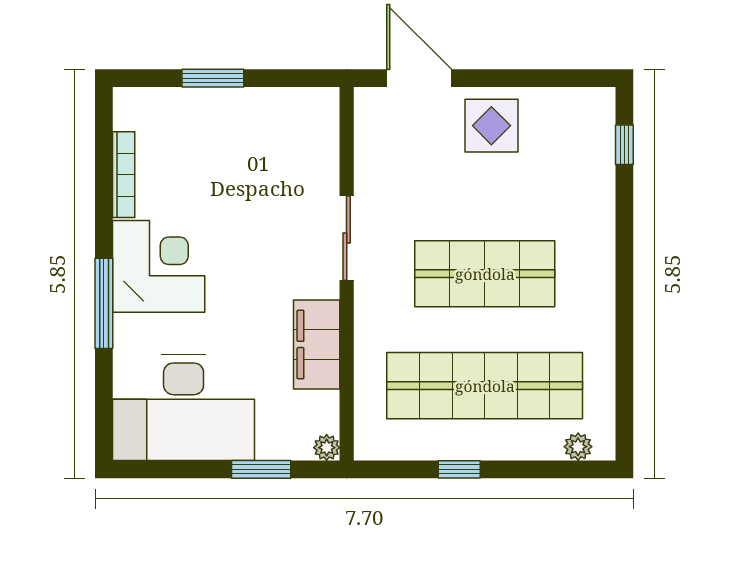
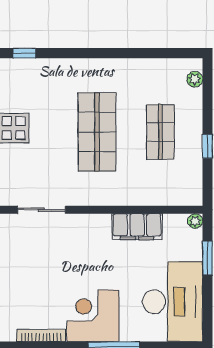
sliding door: (347, 238) -> (41, 210), moved
shop shelf: (485, 386) -> (160, 132), width x0.50, depth x0.74

